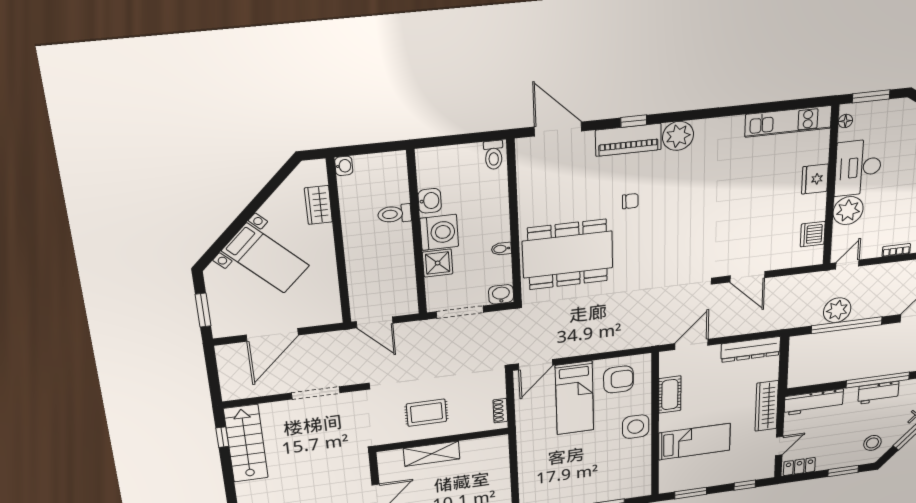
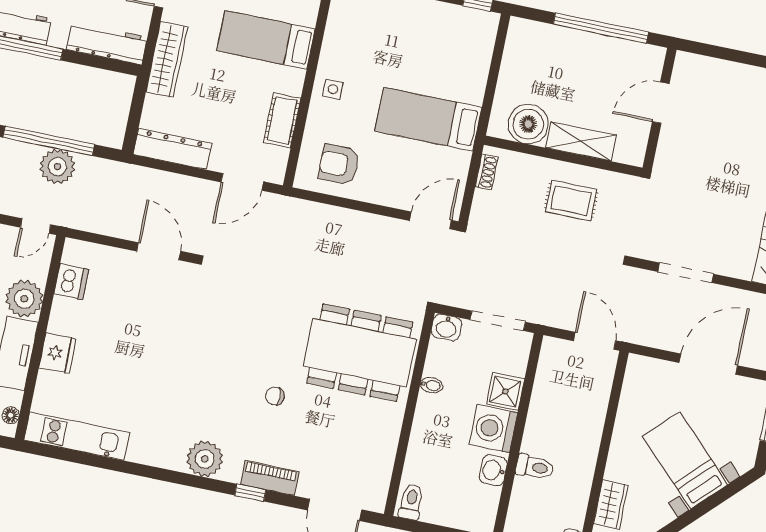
piano: (628, 140) -> (270, 478), width x0.73, depth x0.75
bed: (575, 398) -> (428, 119), moved, turned -90
side table: (636, 427) -> (333, 89), width x0.54, depth x0.54
boiler: (477, 452) -> (528, 124), added

